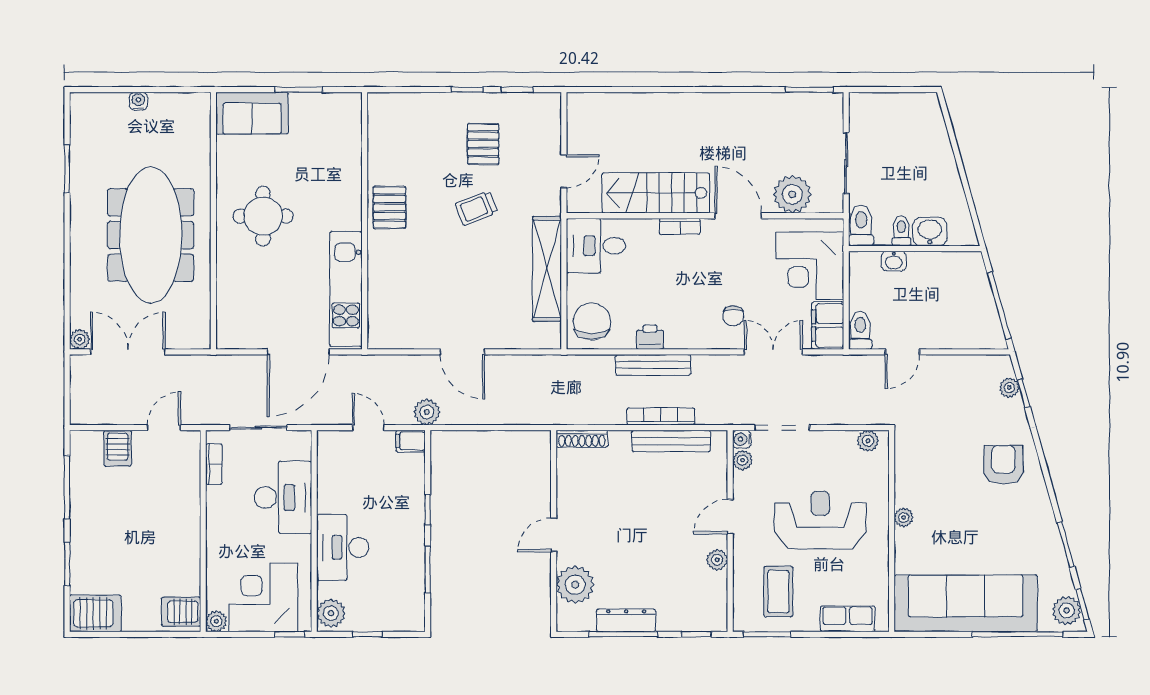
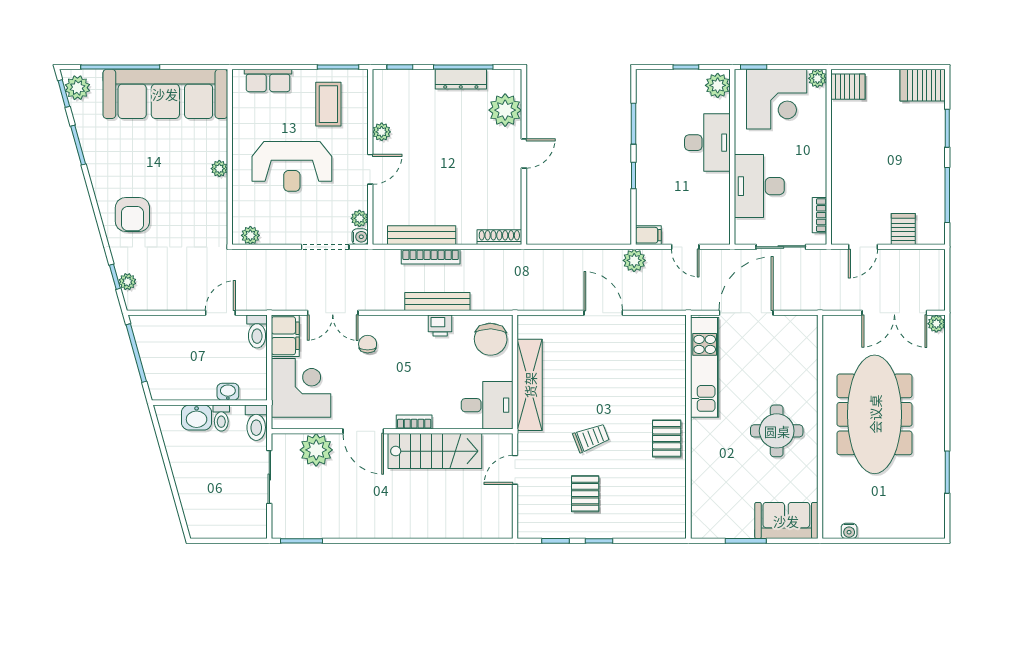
water cooler: (138, 101) -> (849, 531), moved

